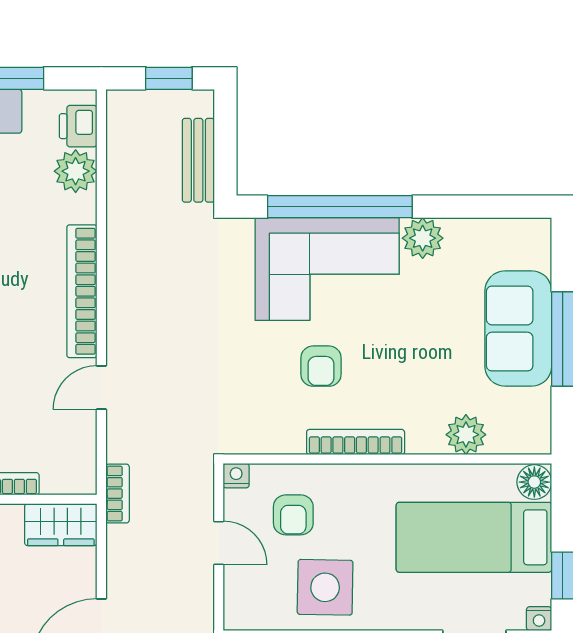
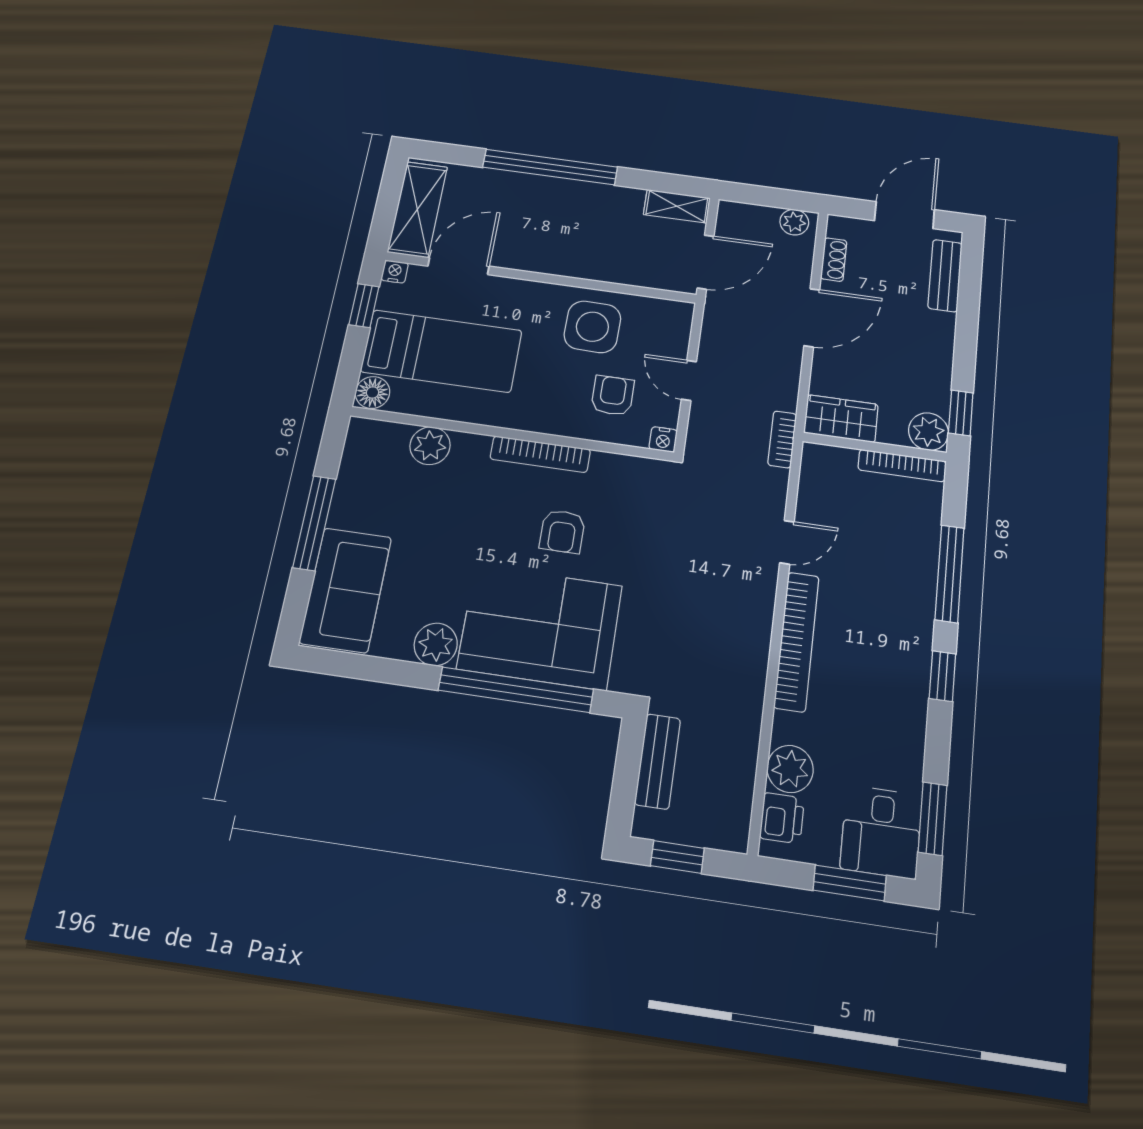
sofa: (518, 329) -> (346, 590), moved
armchair: (321, 366) -> (562, 531), turned 180

